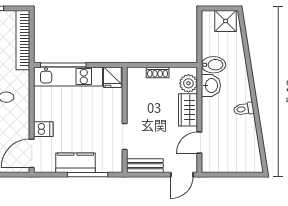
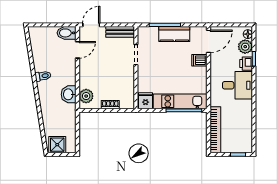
bidet: (213, 65) -> (67, 33), moved
wardrobe: (188, 110) -> (86, 75), removed

